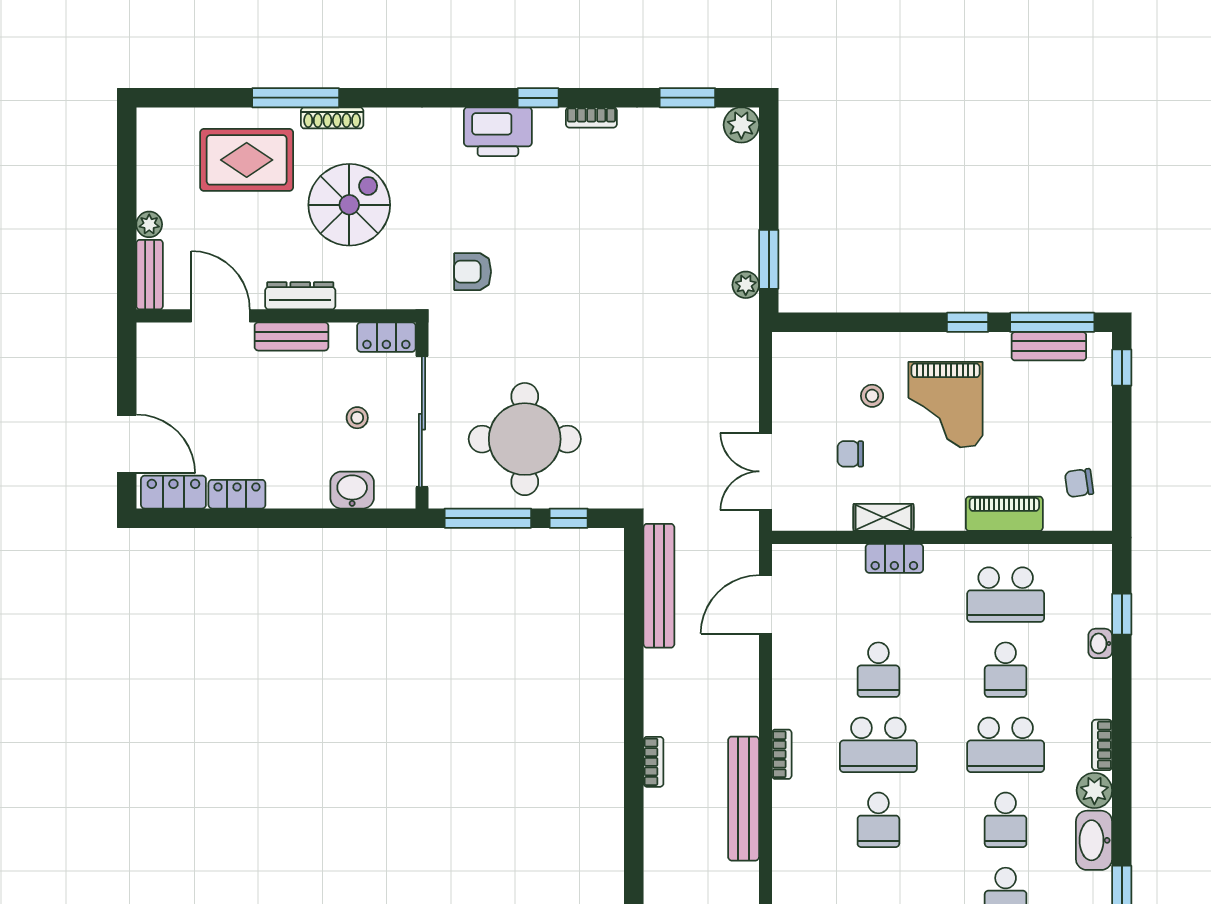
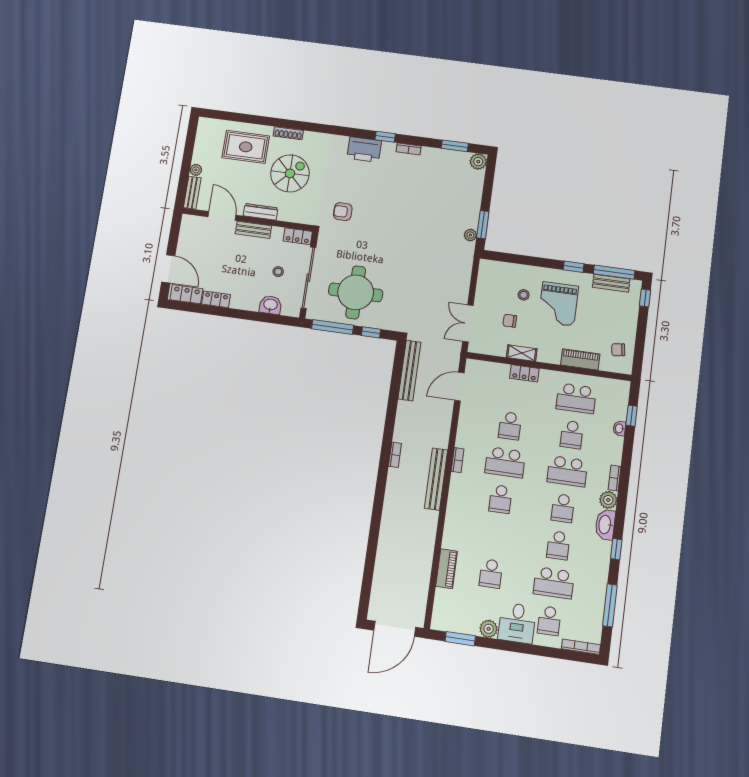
window: (296, 98) -> (273, 122), removed

